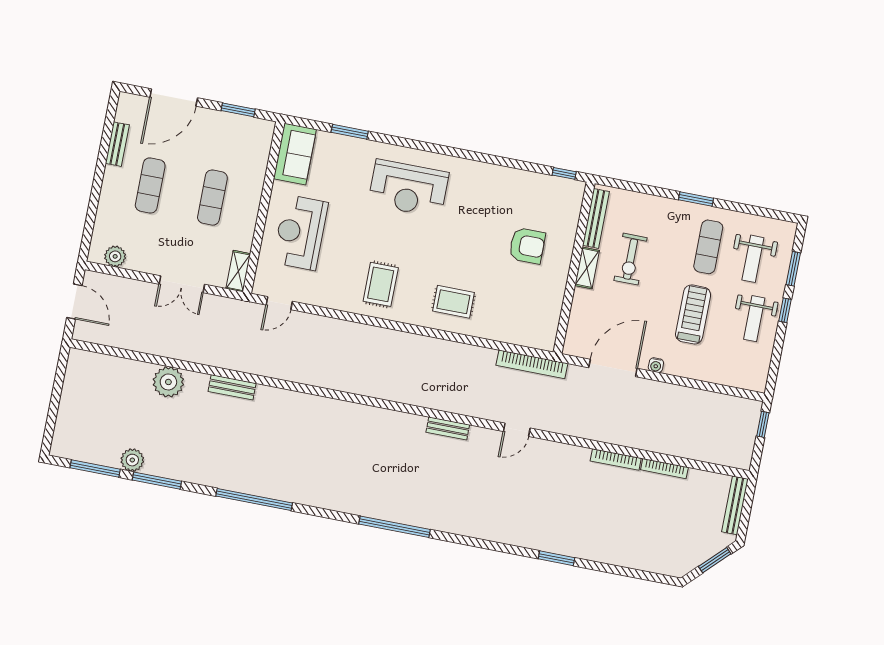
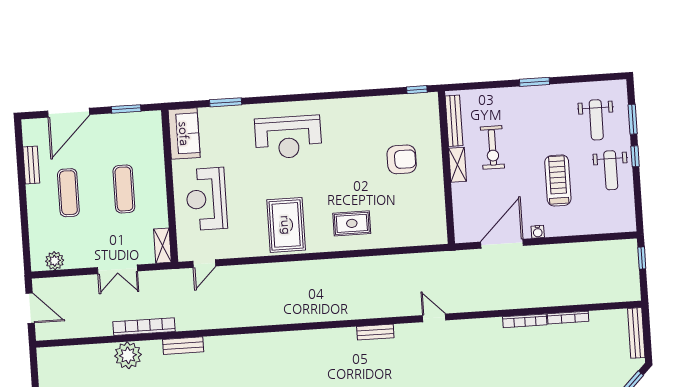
exercise mat: (708, 247) -> (556, 120), removed
rug: (381, 284) -> (286, 225), width x1.36, depth x1.43
bookcase: (532, 364) -> (144, 327), moved, turned 180
door: (517, 430) -> (434, 318), swing flipped

